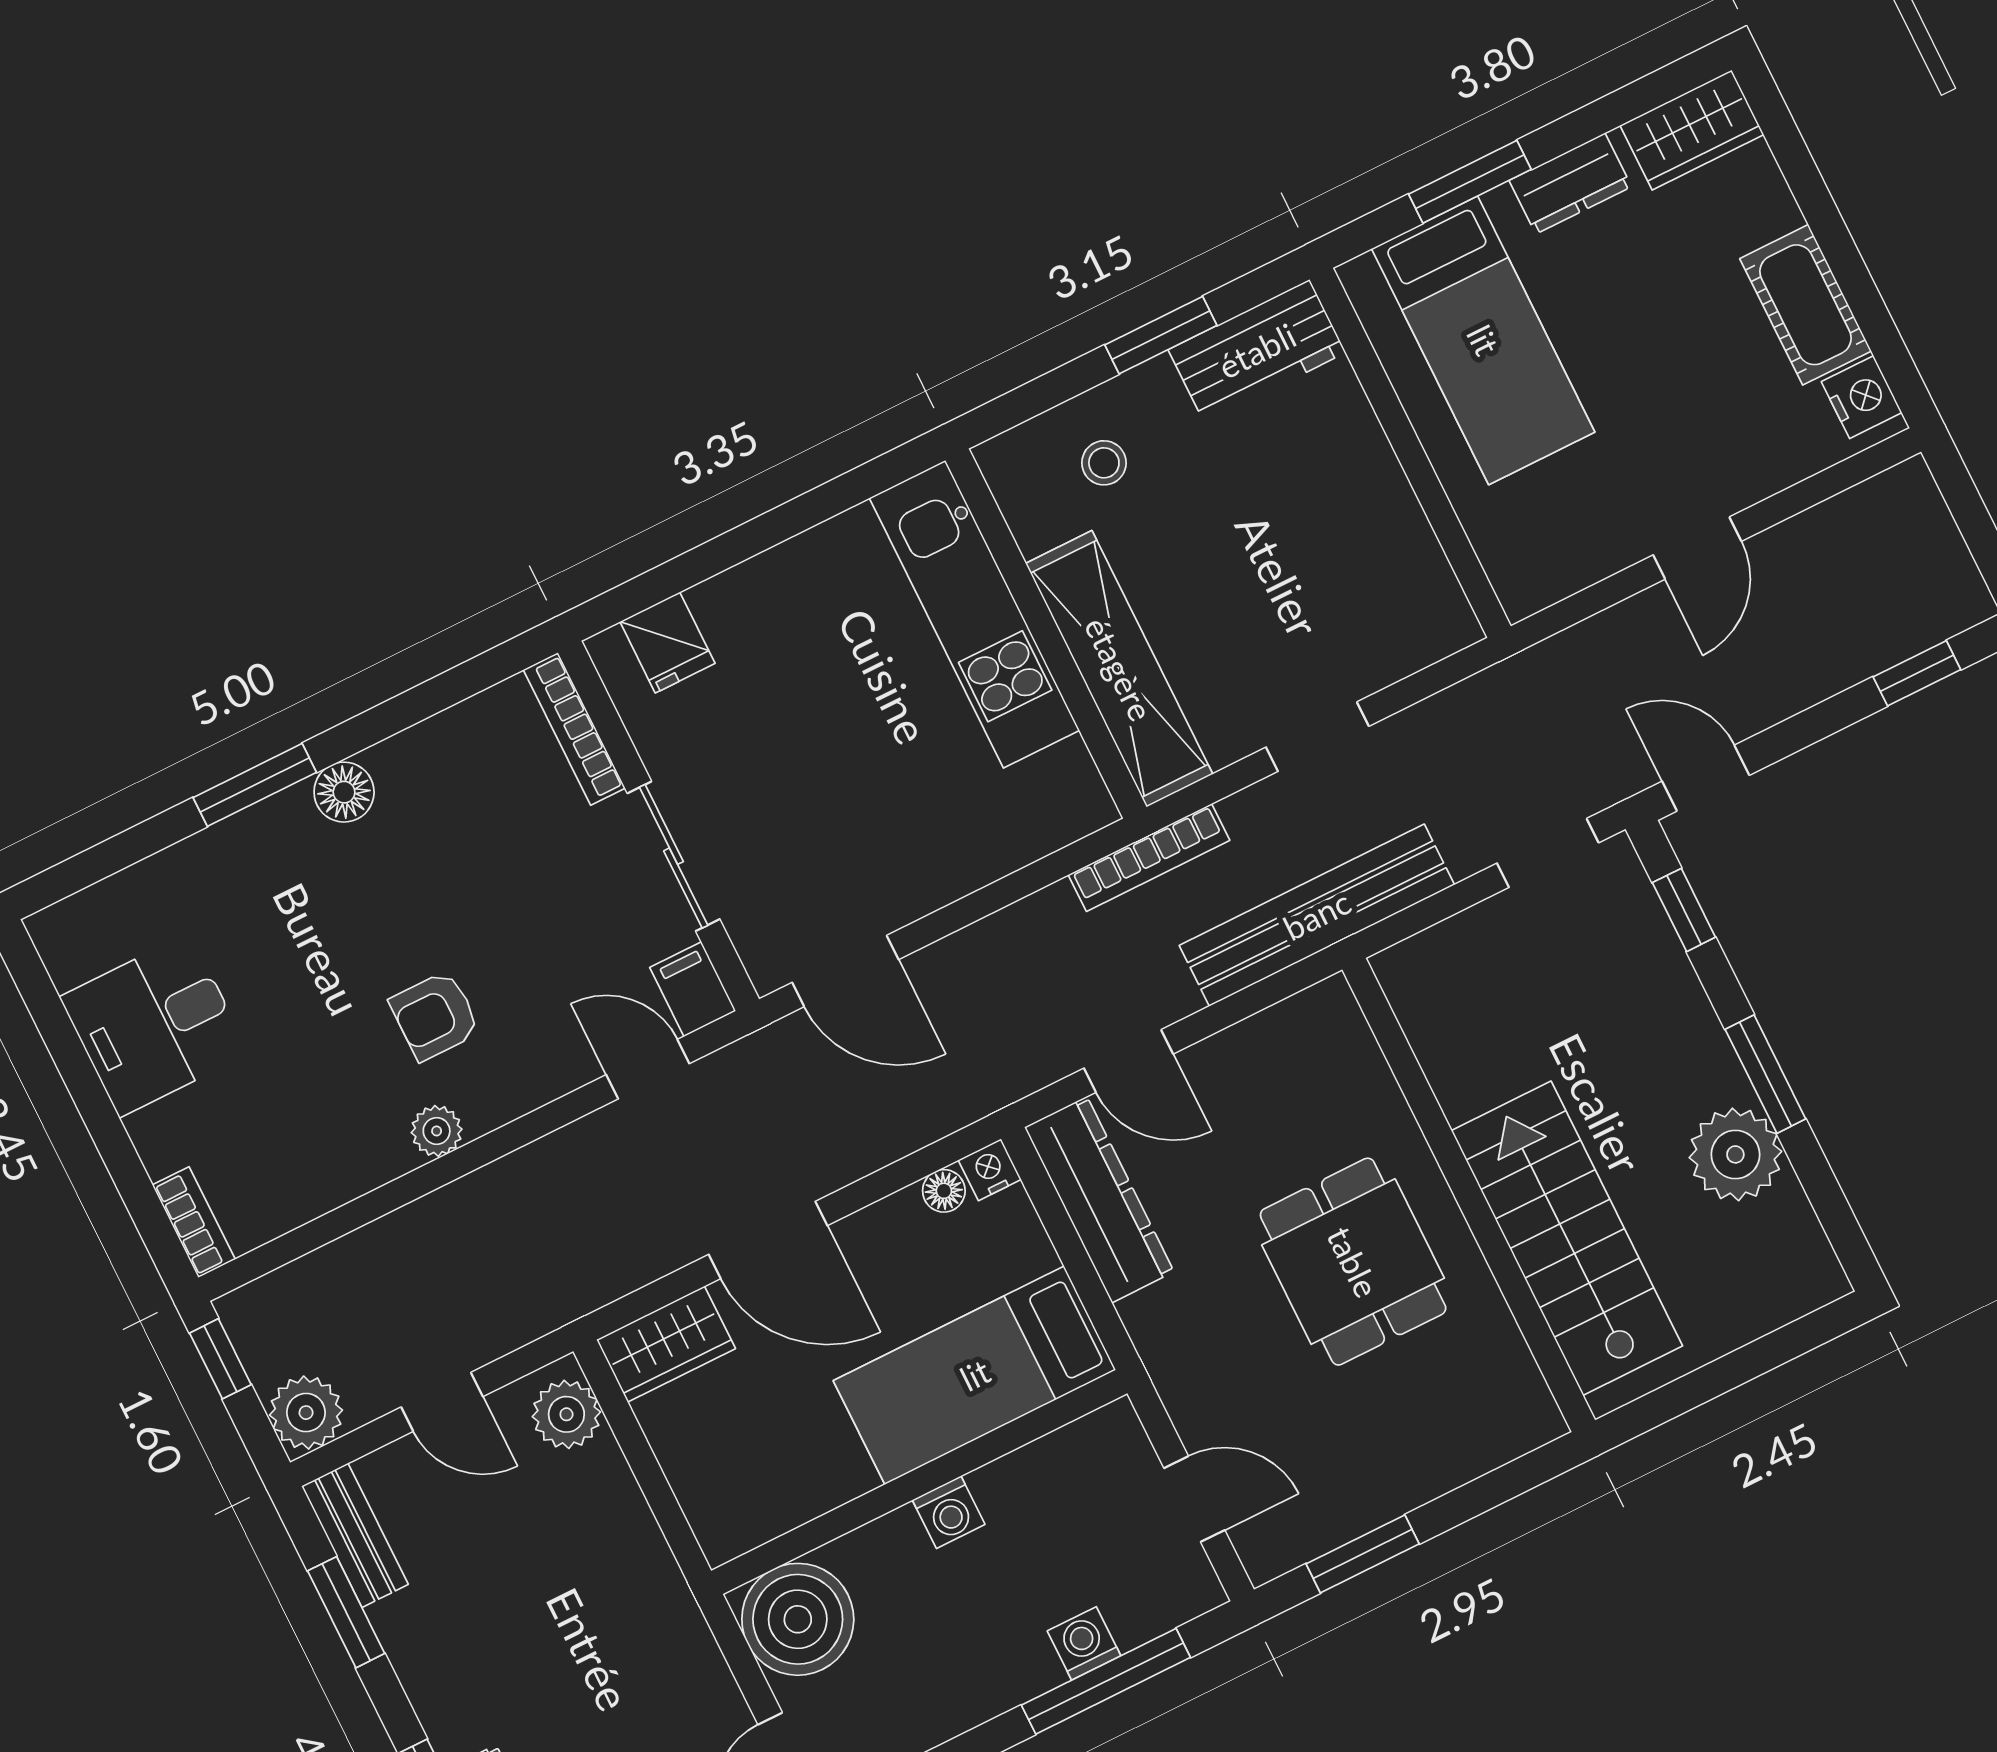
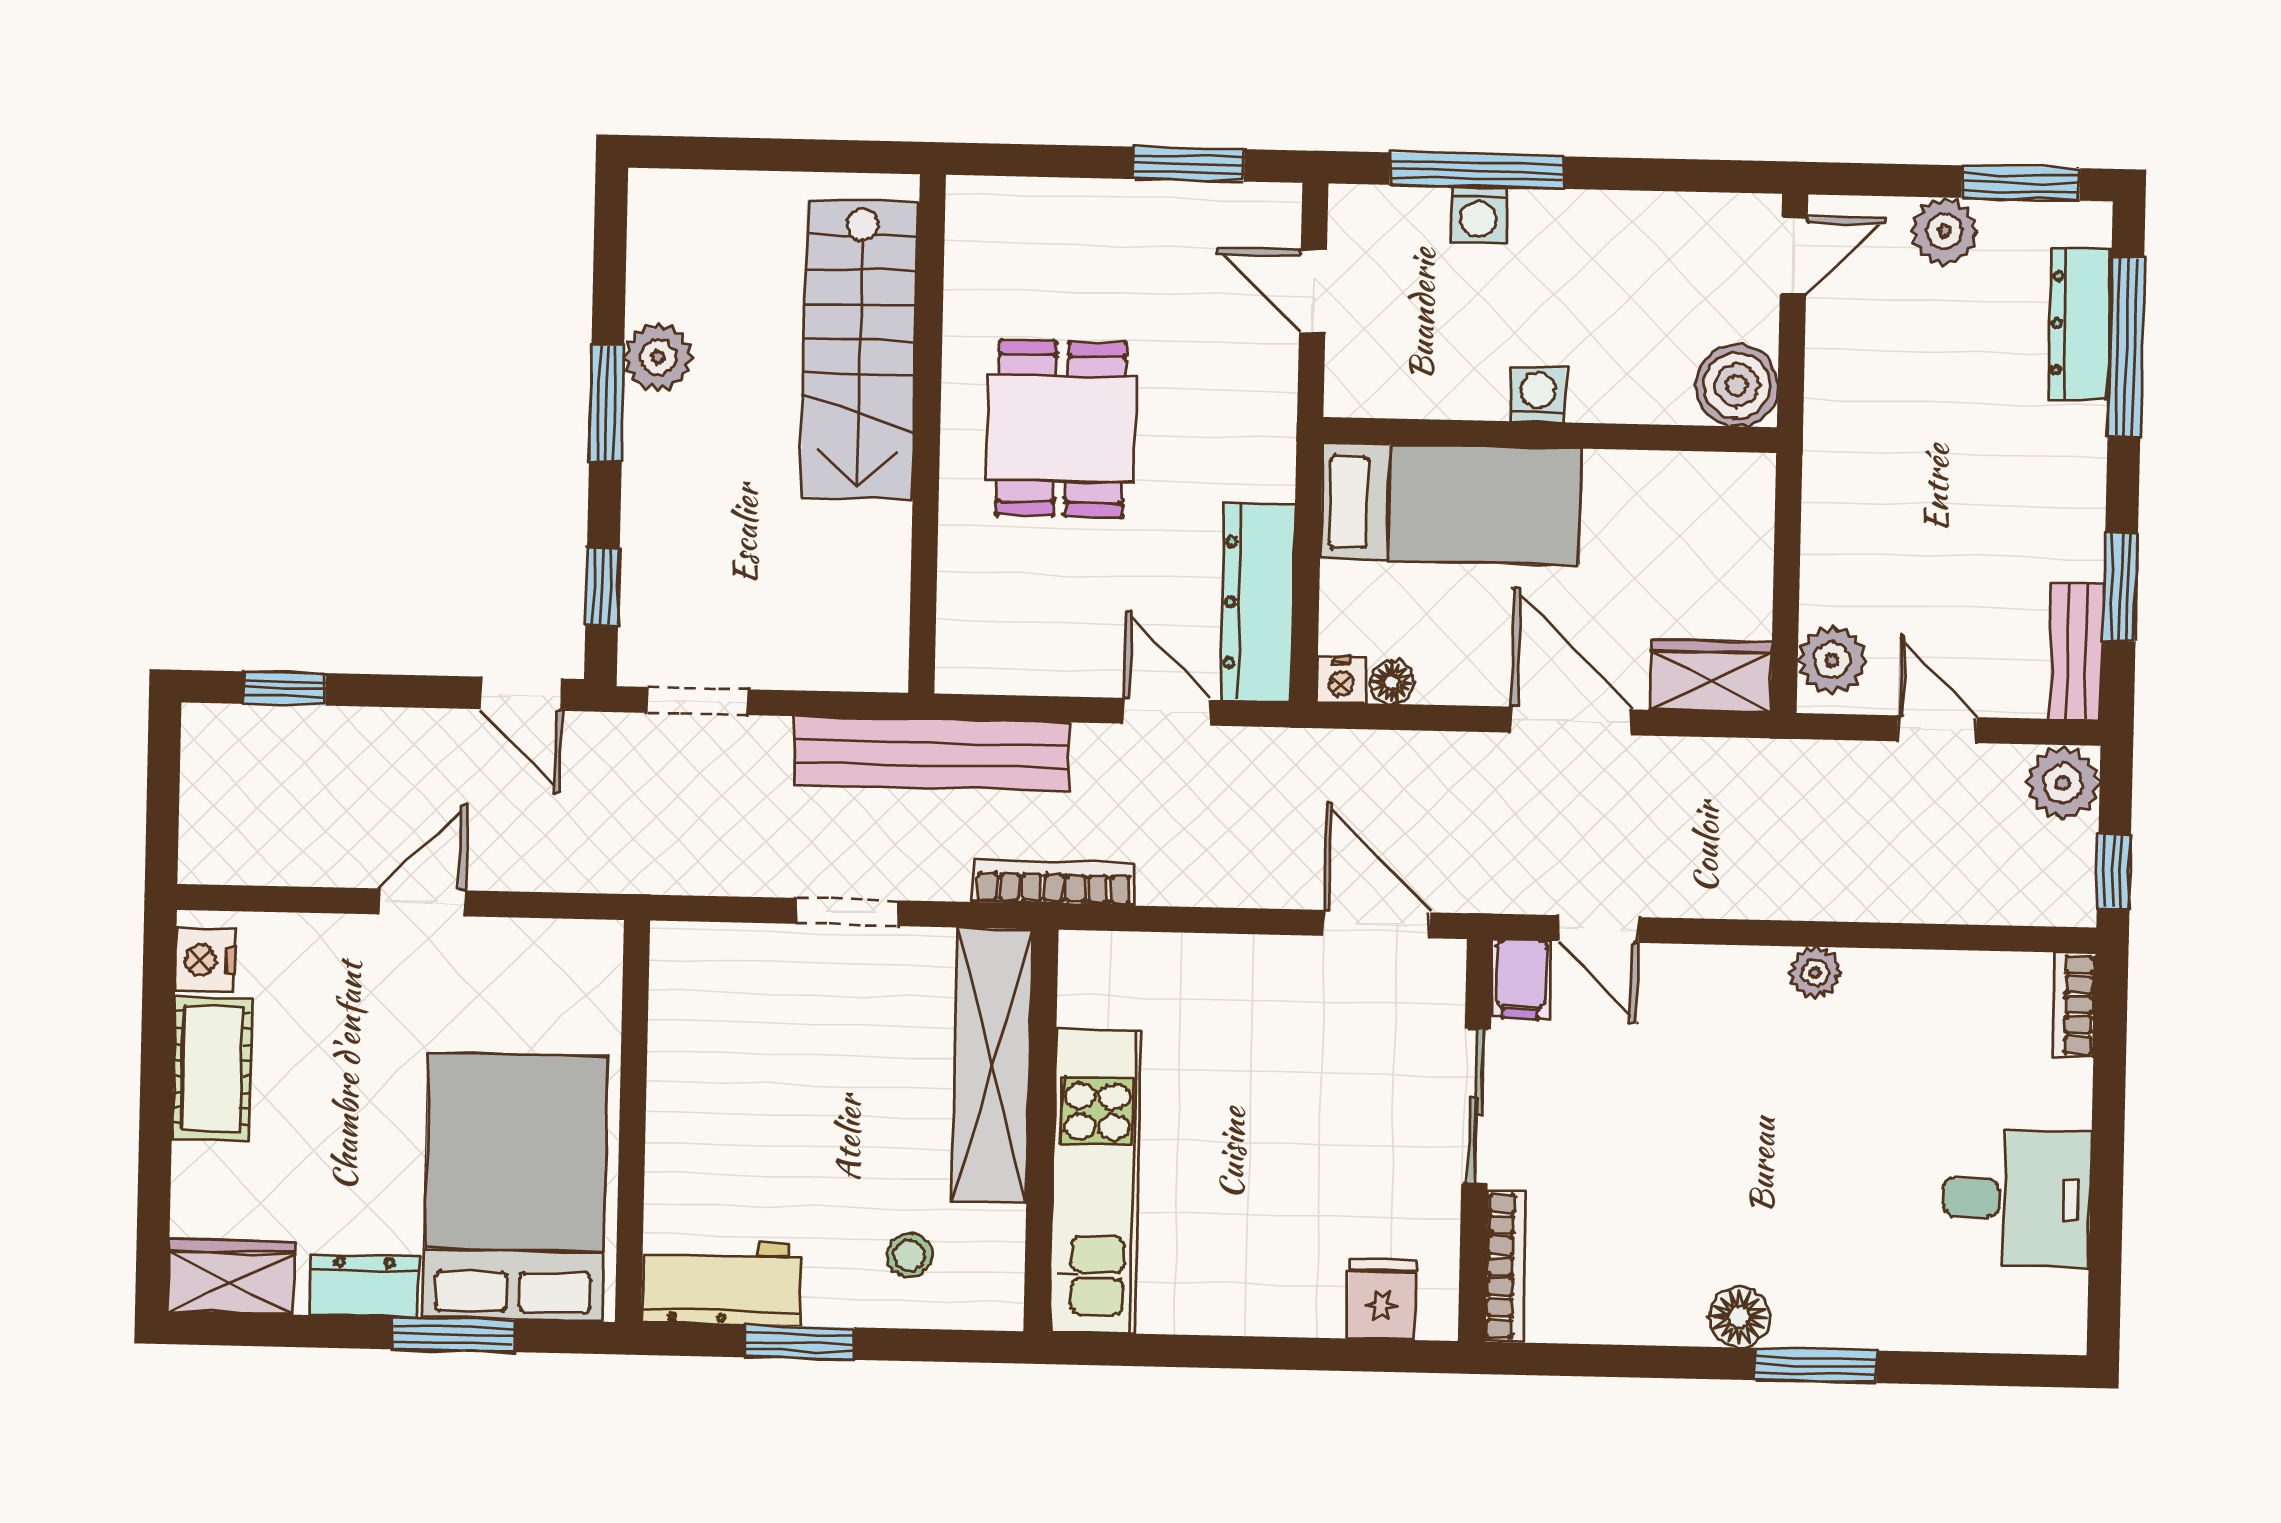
bed: (1483, 340) -> (515, 1187), width x1.50
armchair: (435, 1016) -> (1763, 1076), removed
plant: (1735, 1154) -> (658, 357), width x0.73, depth x0.73
boiler: (798, 1619) -> (1737, 385), width x0.73, depth x0.73

